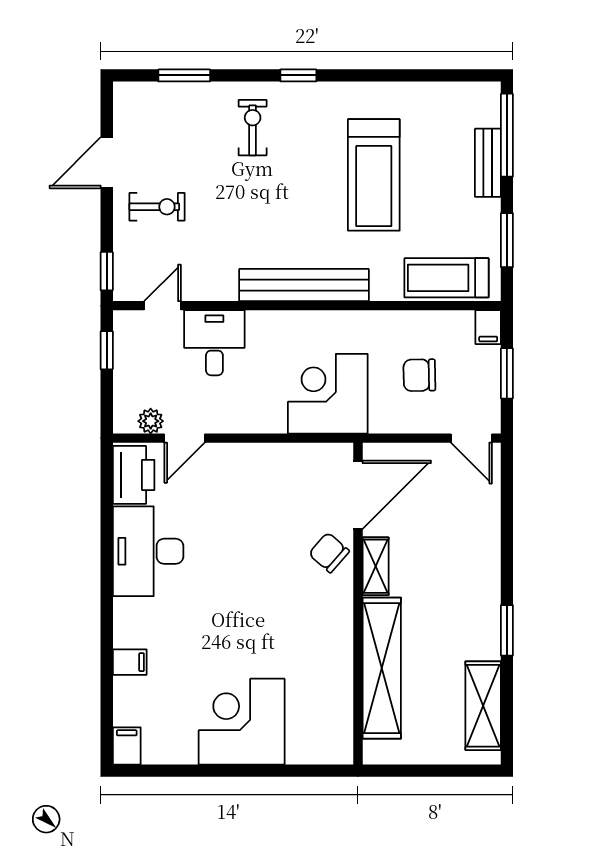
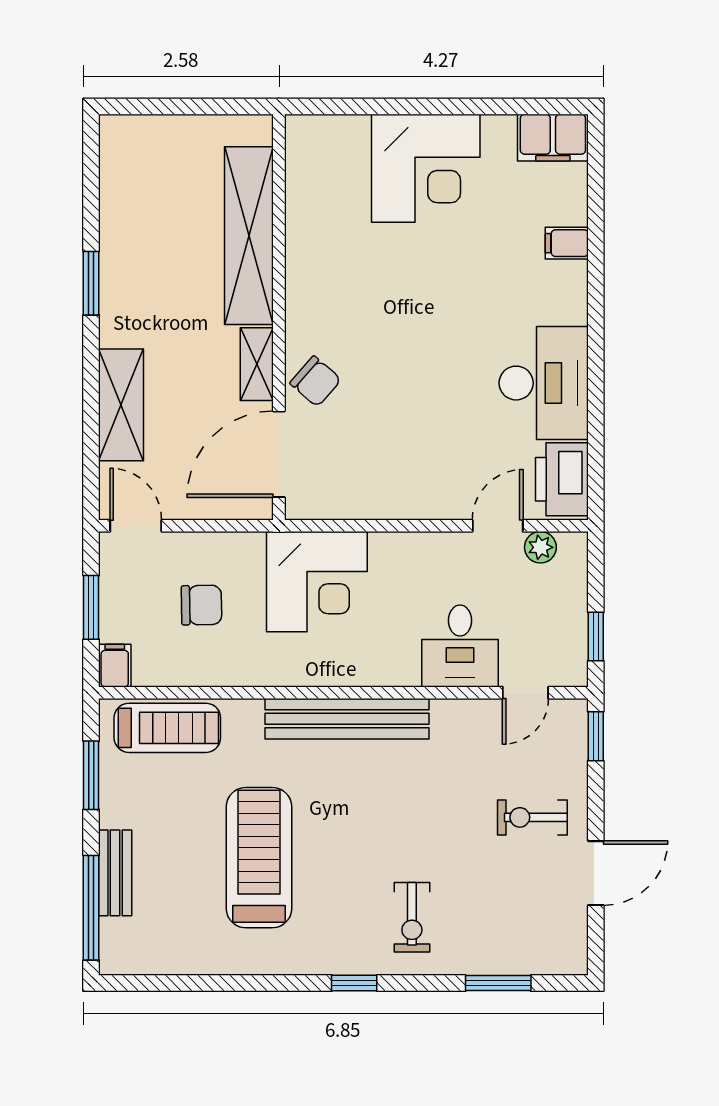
shelving: (483, 706) -> (121, 405), moved
filing cabinet: (127, 746) -> (553, 138), width x2.00

